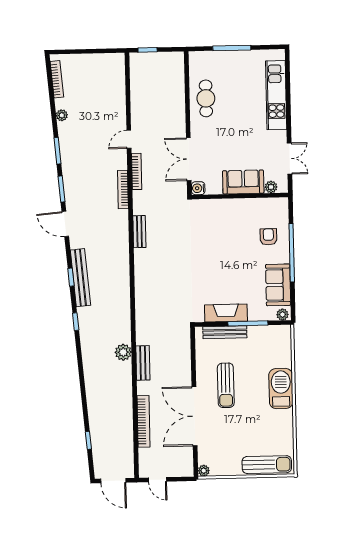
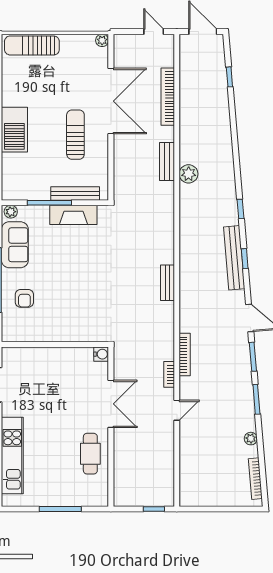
double door: (189, 159) -> (111, 404), moved
bookcase: (137, 171) -> (169, 374), width x0.64
sofa: (243, 182) -> (51, 360), removed
plant: (271, 187) -> (20, 354), removed
bench: (139, 232) -> (167, 283), moved

